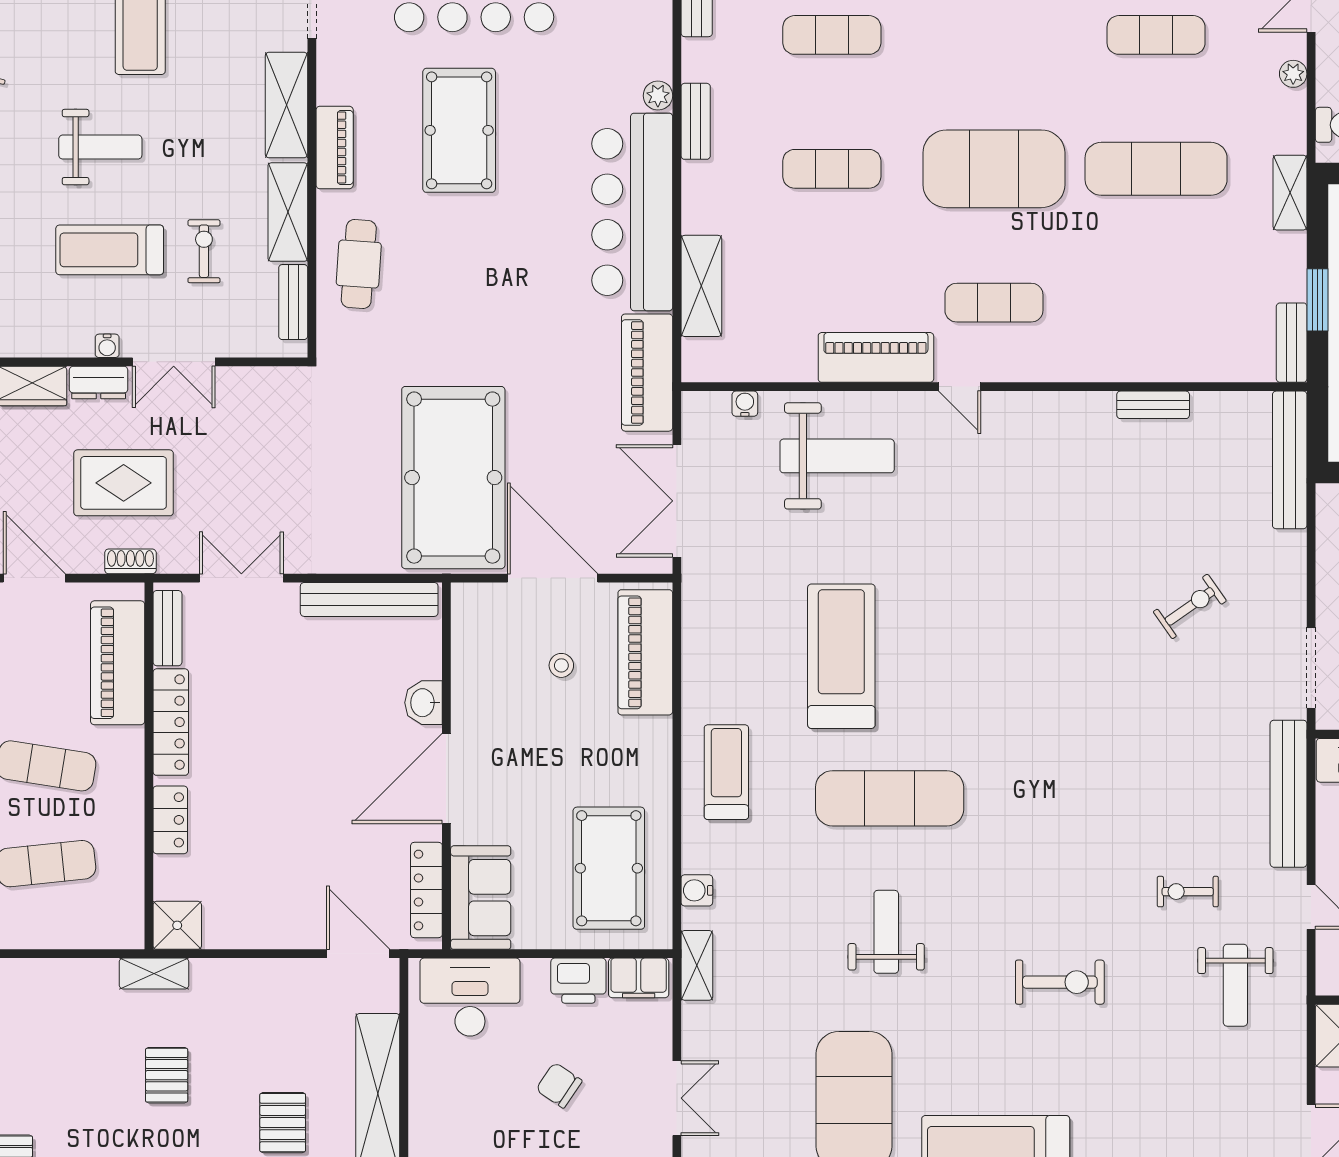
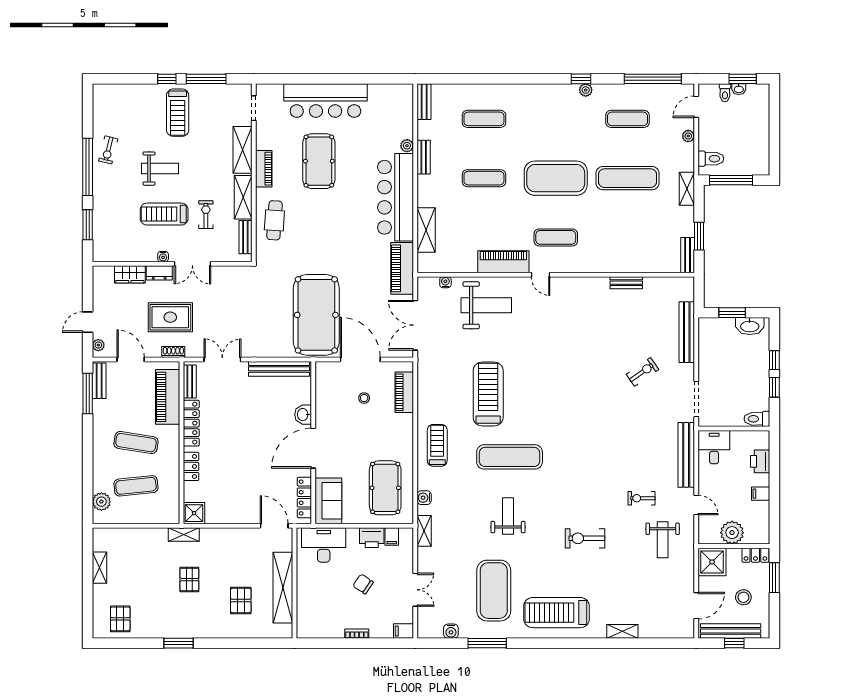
bench: (1290, 460) -> (687, 332), moved
piano: (645, 652) -> (404, 392), width x0.73, depth x0.75
filing cabinet: (639, 978) -> (392, 536), width x0.50
exercise bike: (1060, 982) -> (585, 538), turned 180

